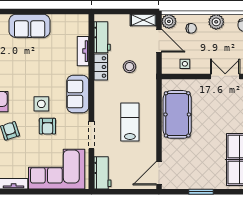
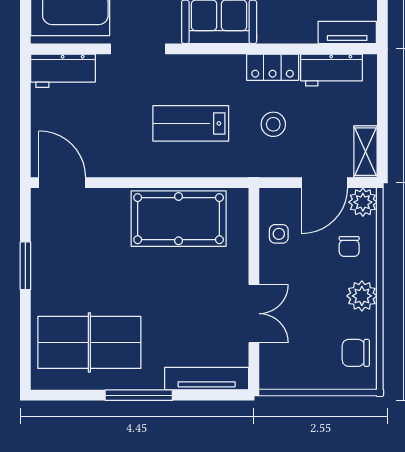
tv unit: (83, 51) -> (347, 32), moved
lab bench: (130, 122) -> (191, 123), moved, turned 180

